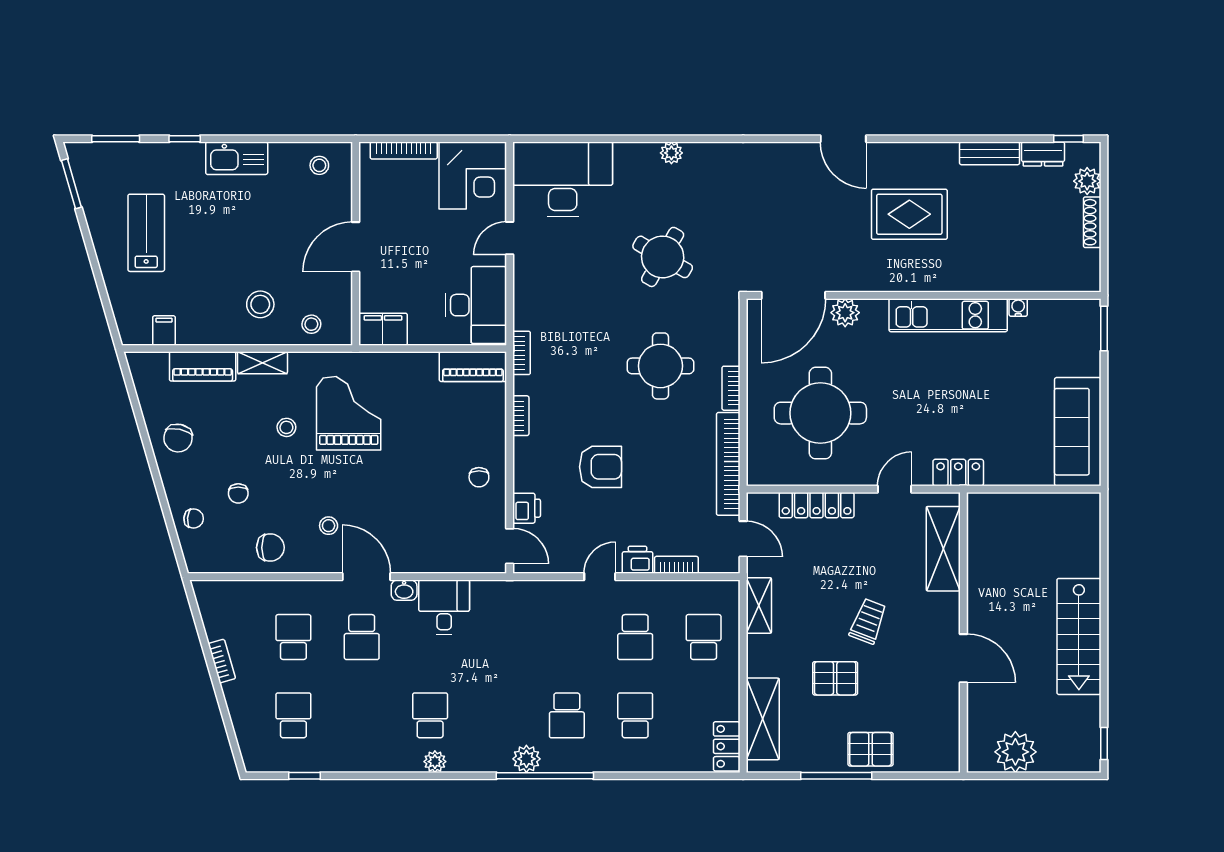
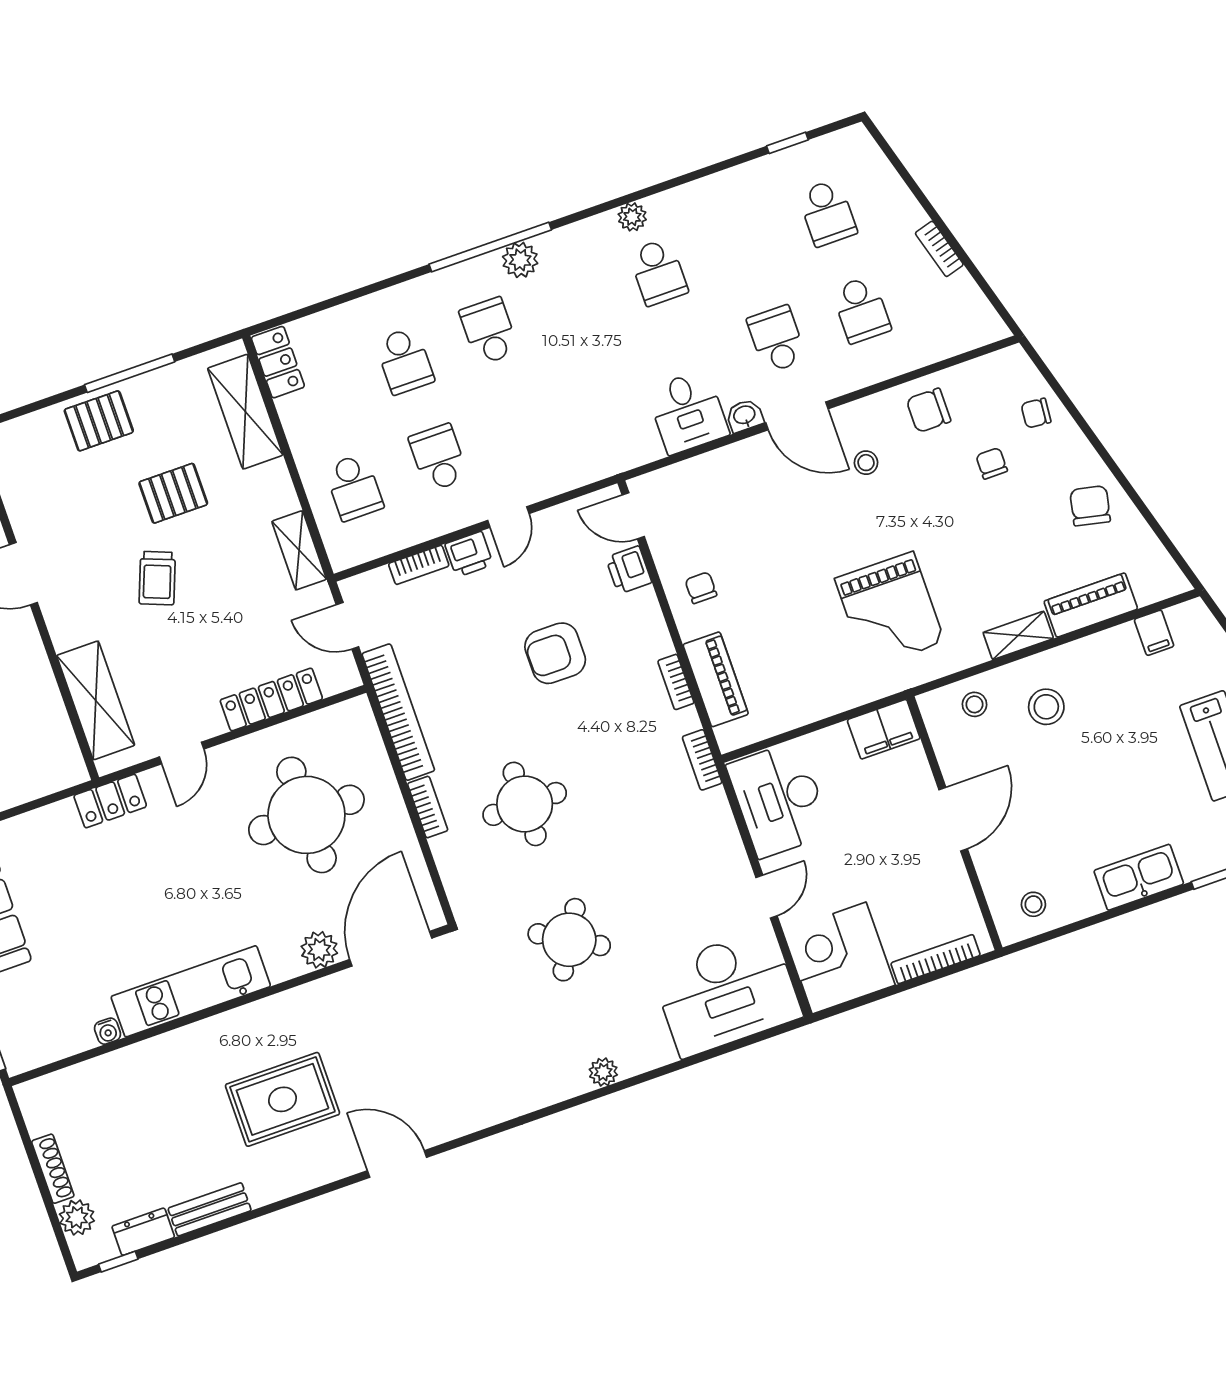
piano: (473, 367) -> (716, 679), moved, turned 90
stool: (286, 427) -> (961, 566), removed

